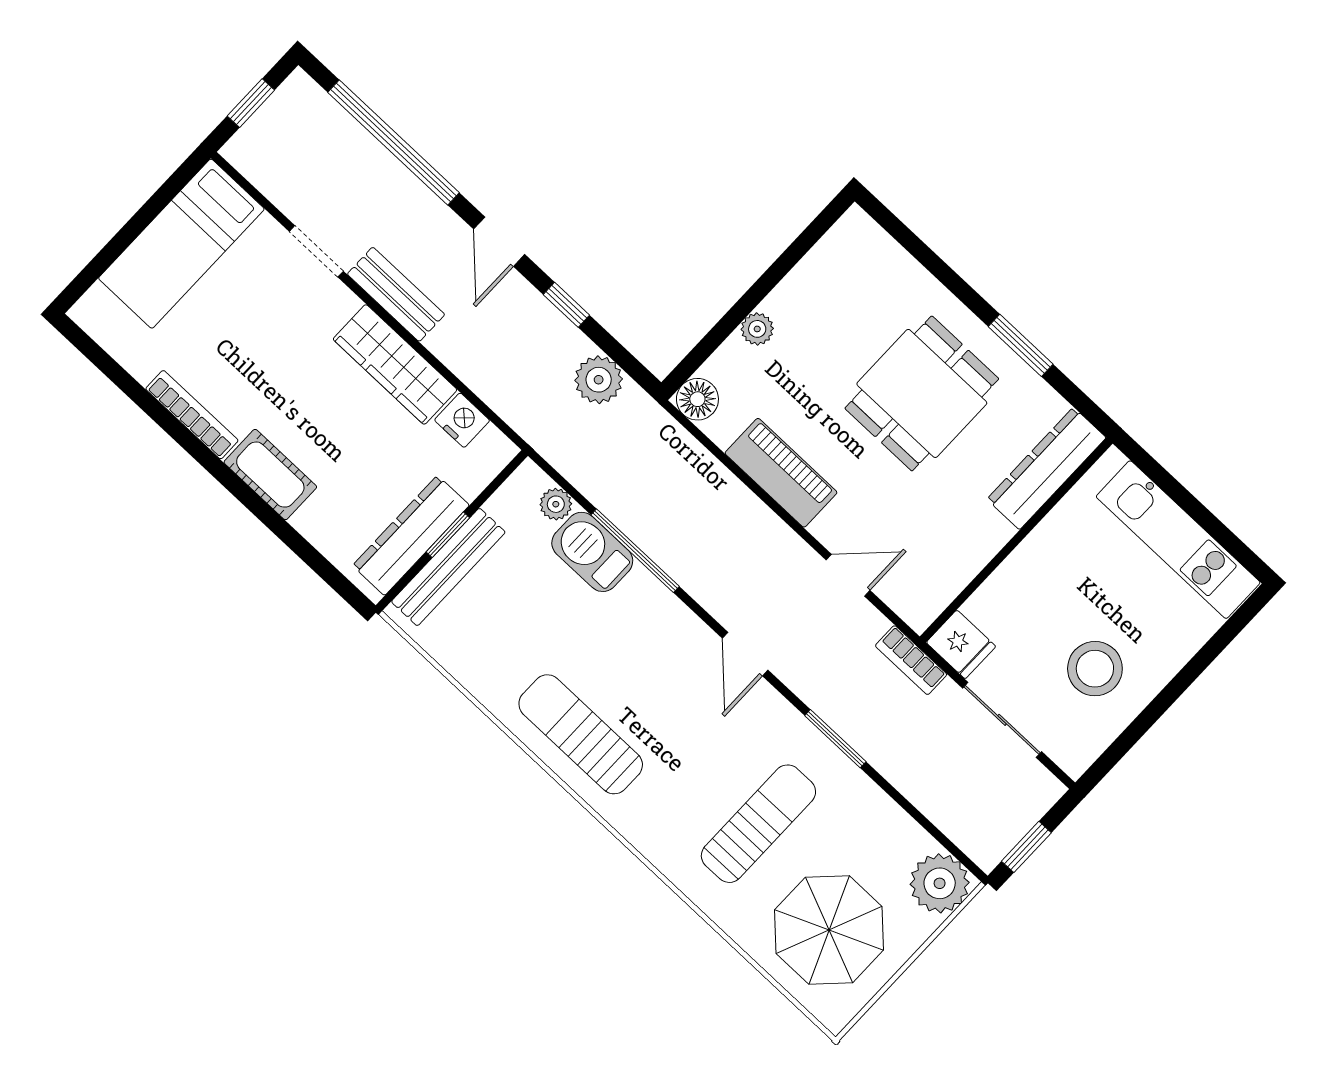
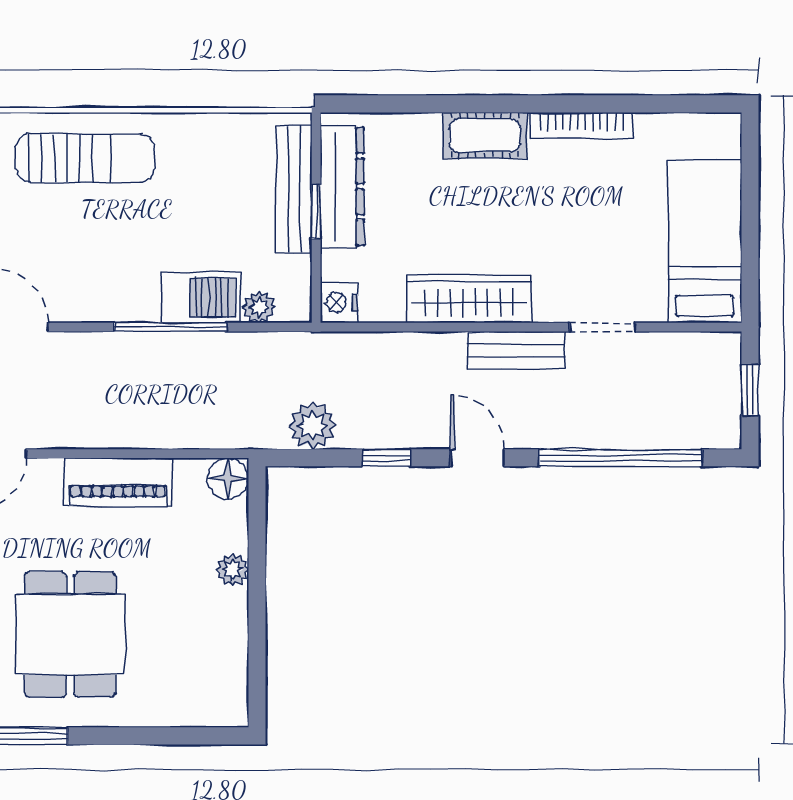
nightstand: (462, 420) -> (339, 302), moved, turned 90

